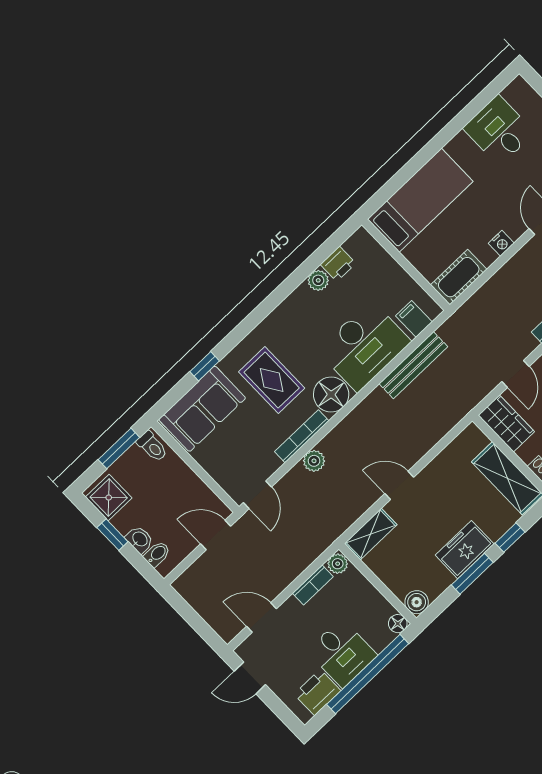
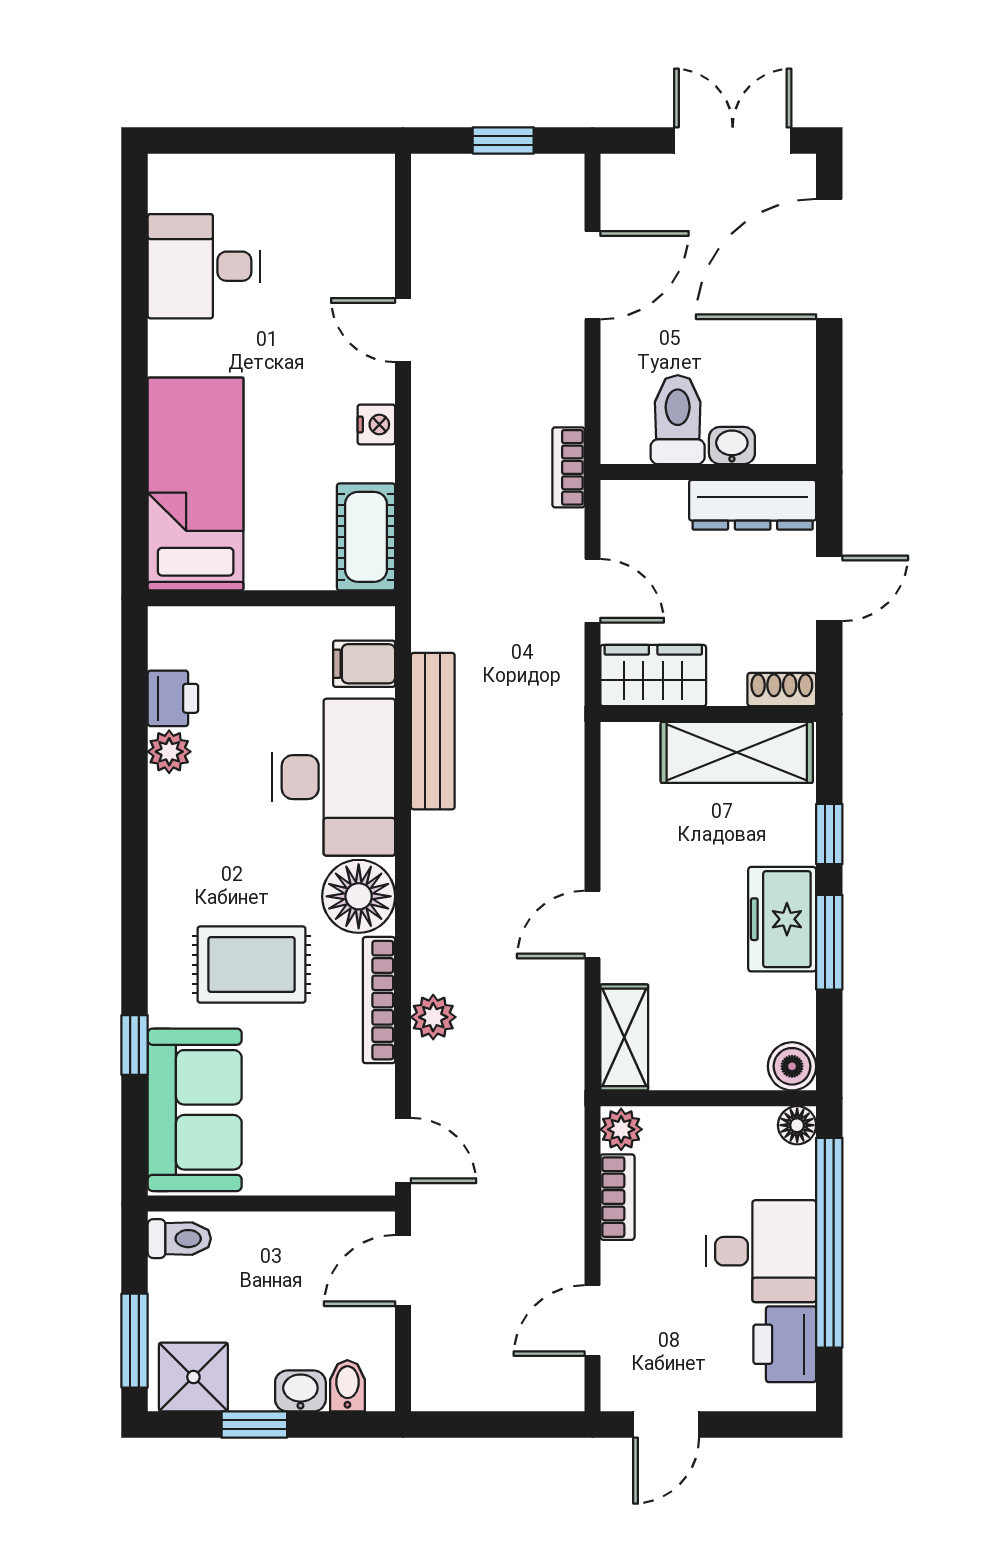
window: (119, 448) -> (135, 1341), moved

